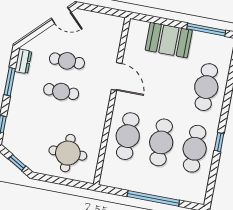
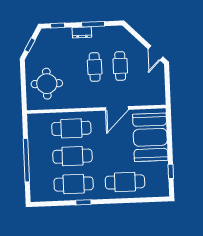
window: (206, 30) -> (171, 171), width x0.46
booth: (169, 40) -> (150, 137), width x1.36, depth x1.42
dresser: (23, 61) -> (82, 32), moved

